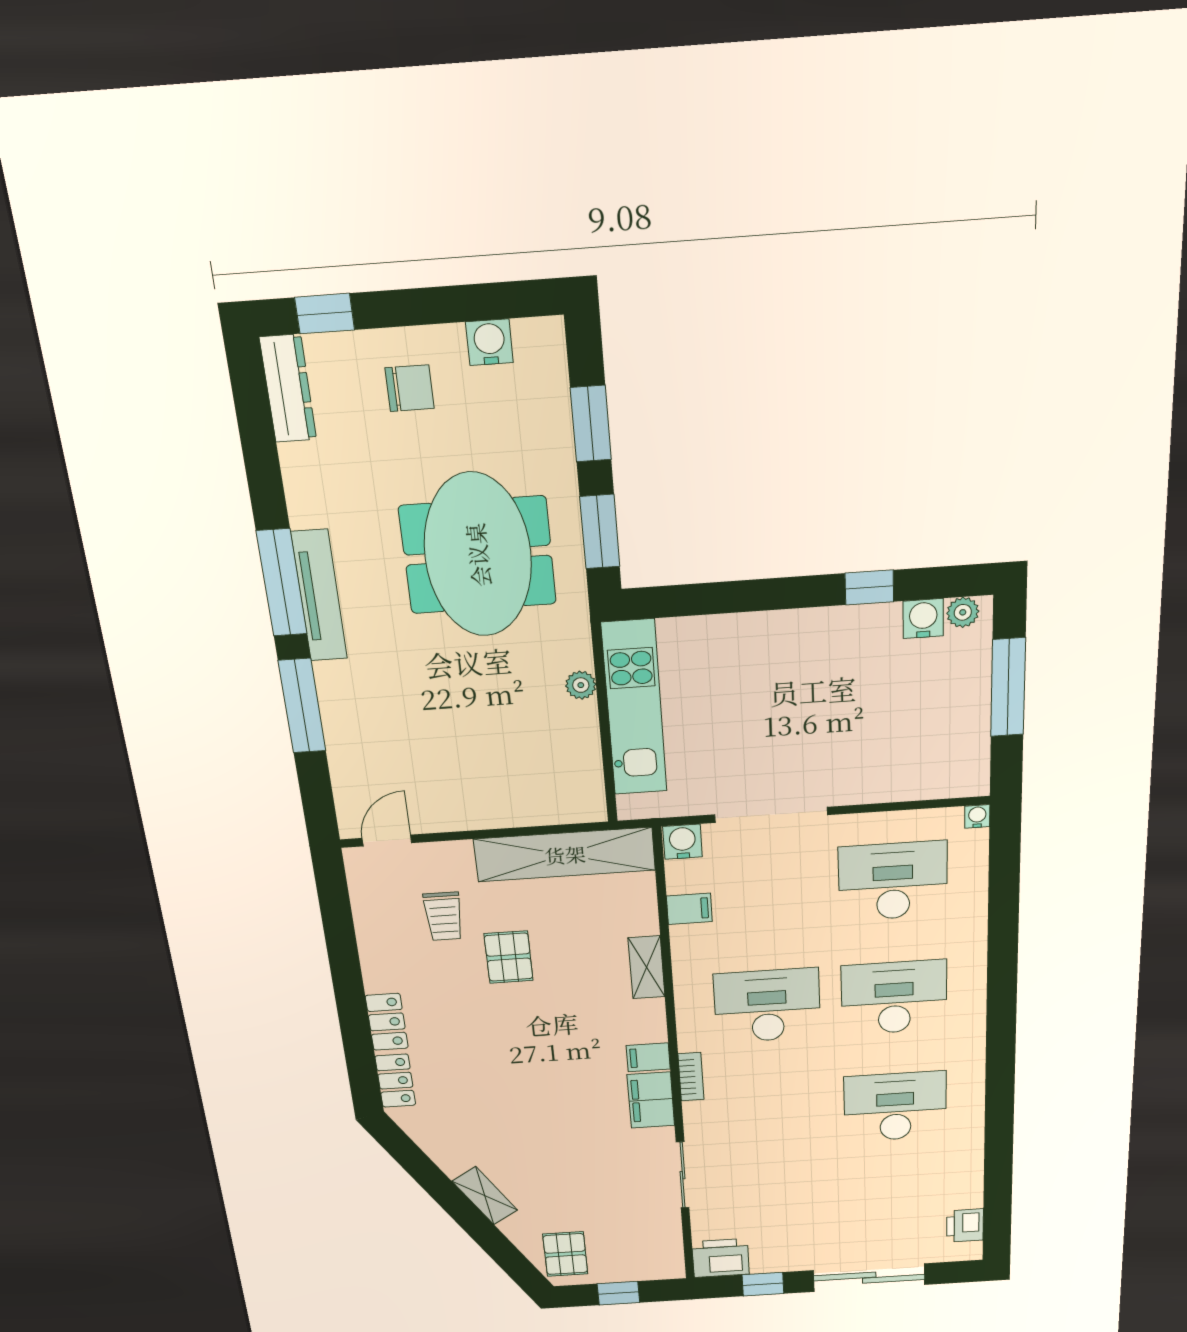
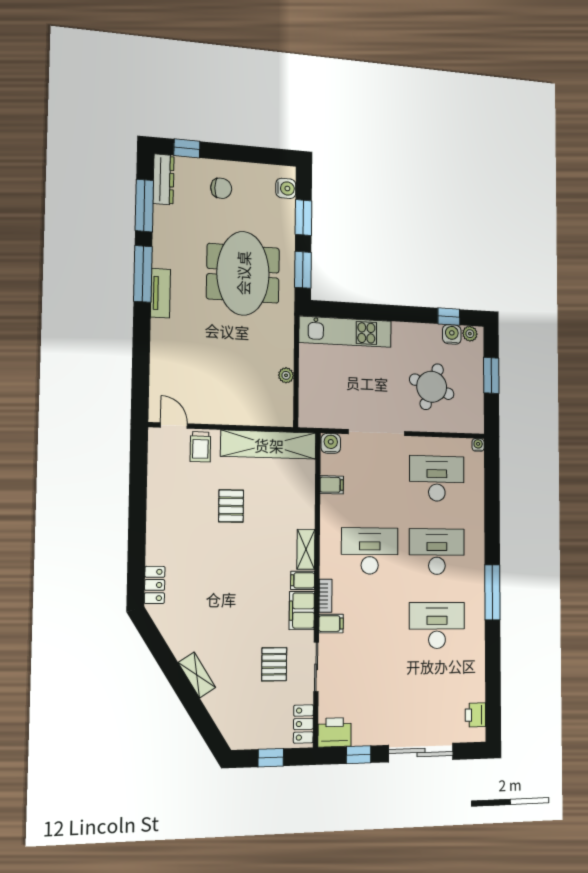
water cooler: (489, 342) -> (286, 188), moved, turned 90
window: (869, 587) -> (449, 317), moved
tv unit: (319, 596) -> (161, 293), width x0.71
plant: (581, 685) -> (286, 375), moved
window: (1008, 687) -> (491, 375), width x0.69
window: (302, 706) -> (144, 206), moved
kitchen unit: (634, 708) -> (345, 332), moved, turned 90
round table: (881, 722) -> (432, 387), added
door: (387, 841) -> (174, 426), hinge flipped
trolley: (443, 916) -> (200, 447), moved
shelving: (646, 967) -> (306, 549), moved
locker: (387, 1022) -> (303, 724), moved, turned 180
window: (1001, 1052) -> (492, 592), added
filing cabinet: (704, 1115) -> (331, 624), added
pallet: (565, 1254) -> (274, 664), moved

